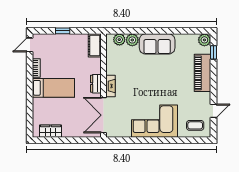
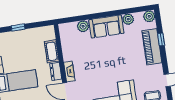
plant: (119, 40) -> (128, 19), moved
cot: (95, 45) -> (52, 51), moved
window: (213, 52) -> (161, 39), moved

